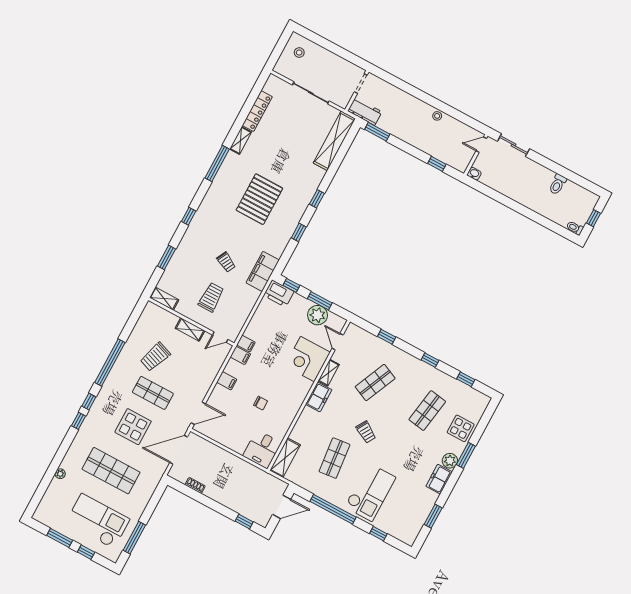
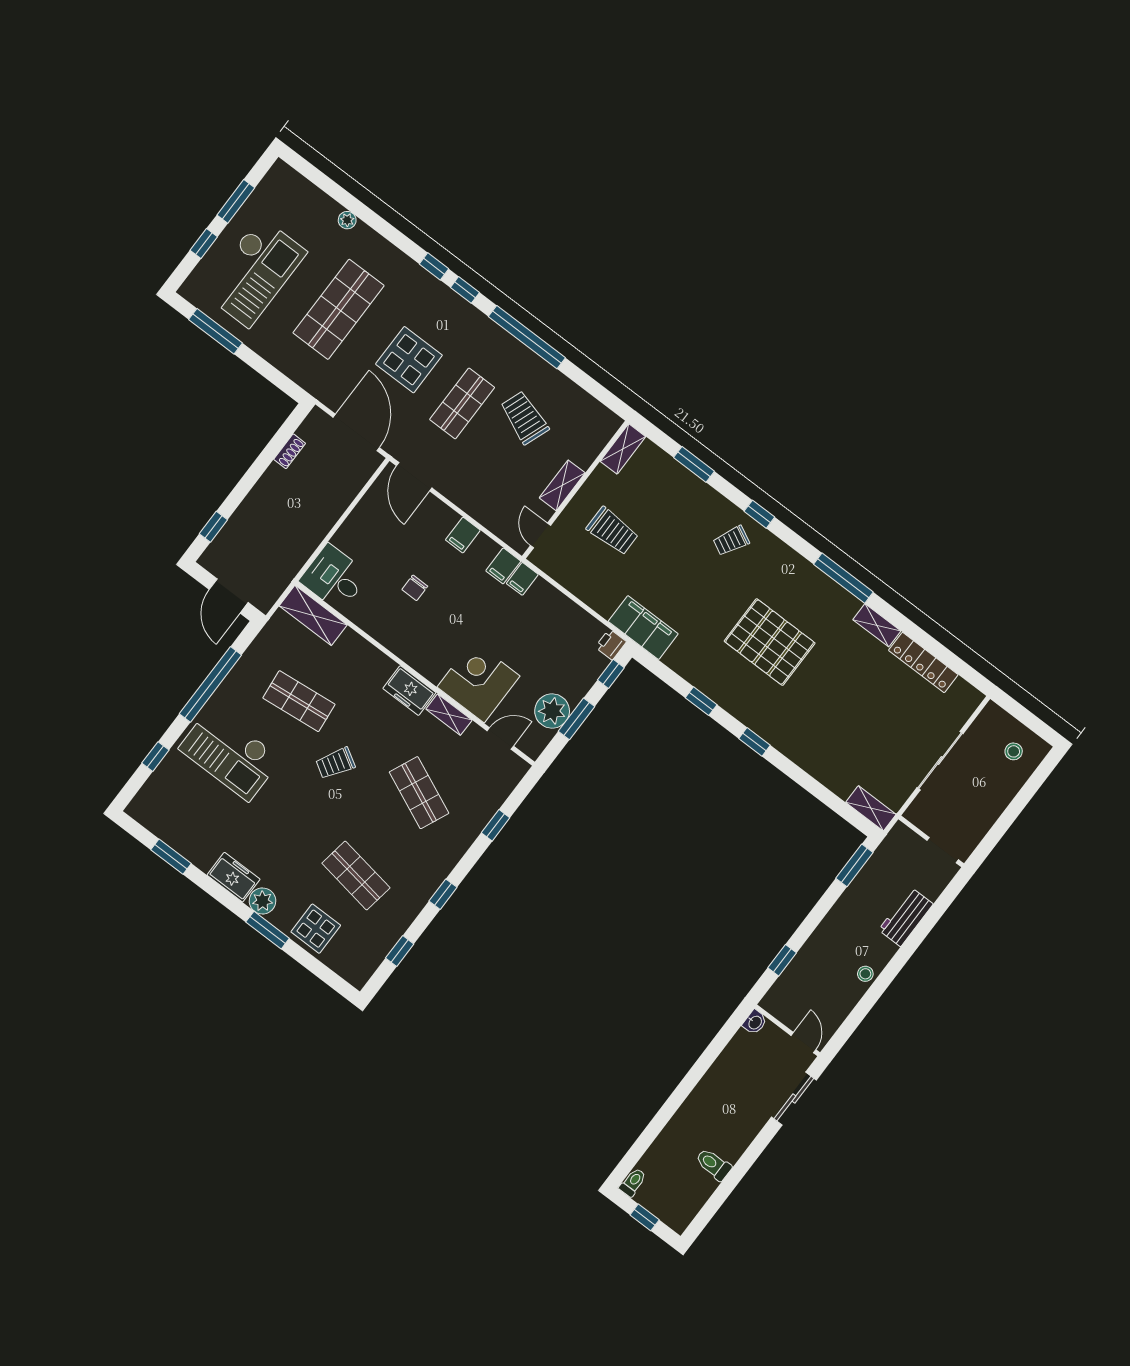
workbench: (365, 111) -> (906, 917), moved, turned 180
shelving: (334, 141) -> (871, 808), width x0.45, depth x0.75
trolley: (226, 262) -> (731, 541), moved
printer: (279, 293) -> (611, 644), width x0.53, depth x0.68

